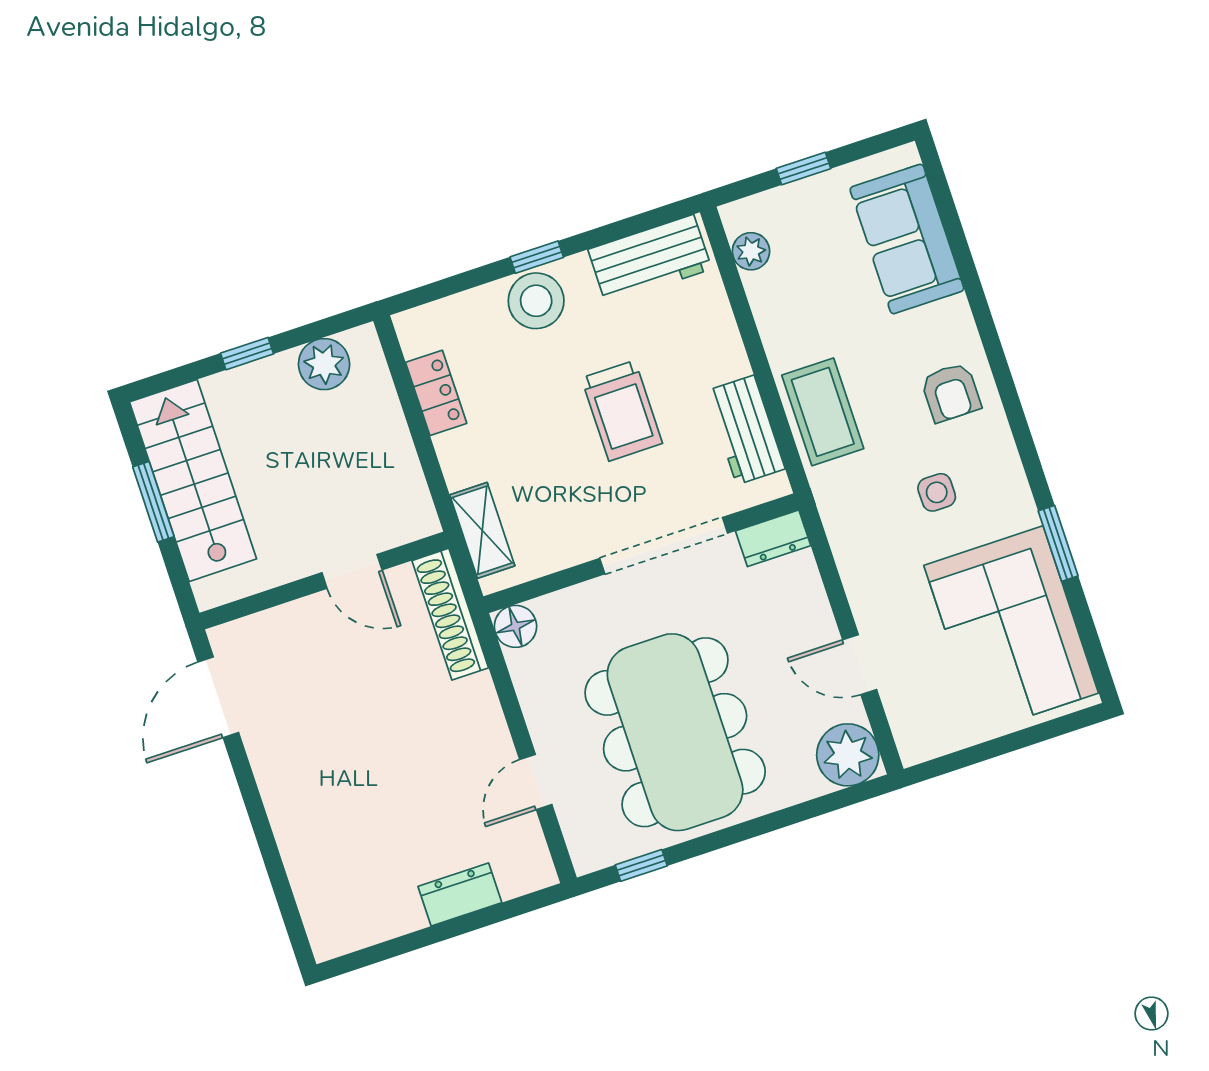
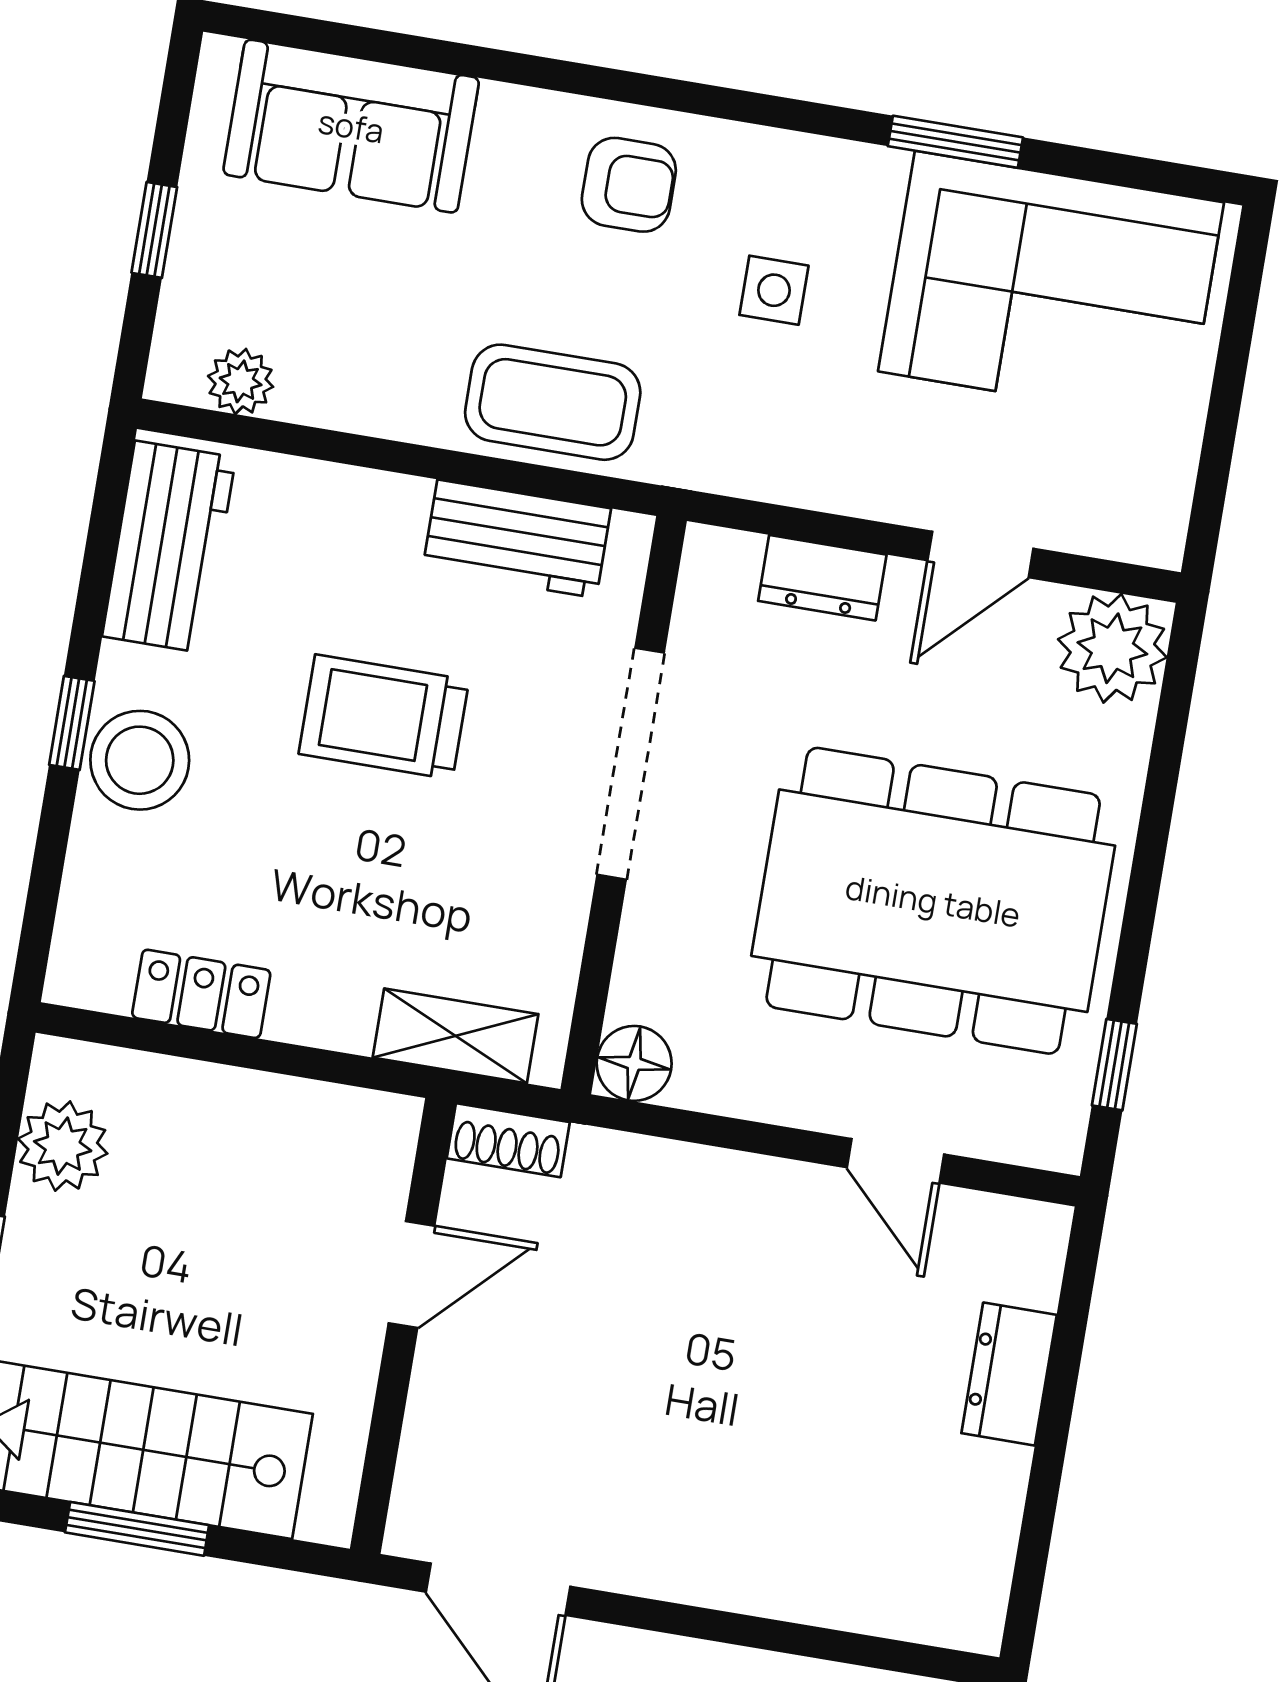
trolley: (622, 411) -> (384, 717), turned 180
dresser: (773, 538) -> (822, 578), moved, turned 90
shoe rack: (450, 614) -> (508, 1140), width x0.51, depth x0.81

